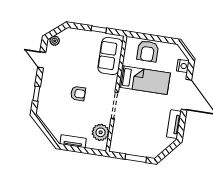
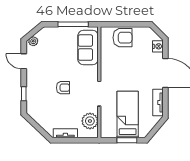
window: (99, 29) -> (73, 24), width x2.17
armchair: (148, 51) -> (122, 38), turned -90
bed: (144, 80) -> (128, 115), moved, turned -90

